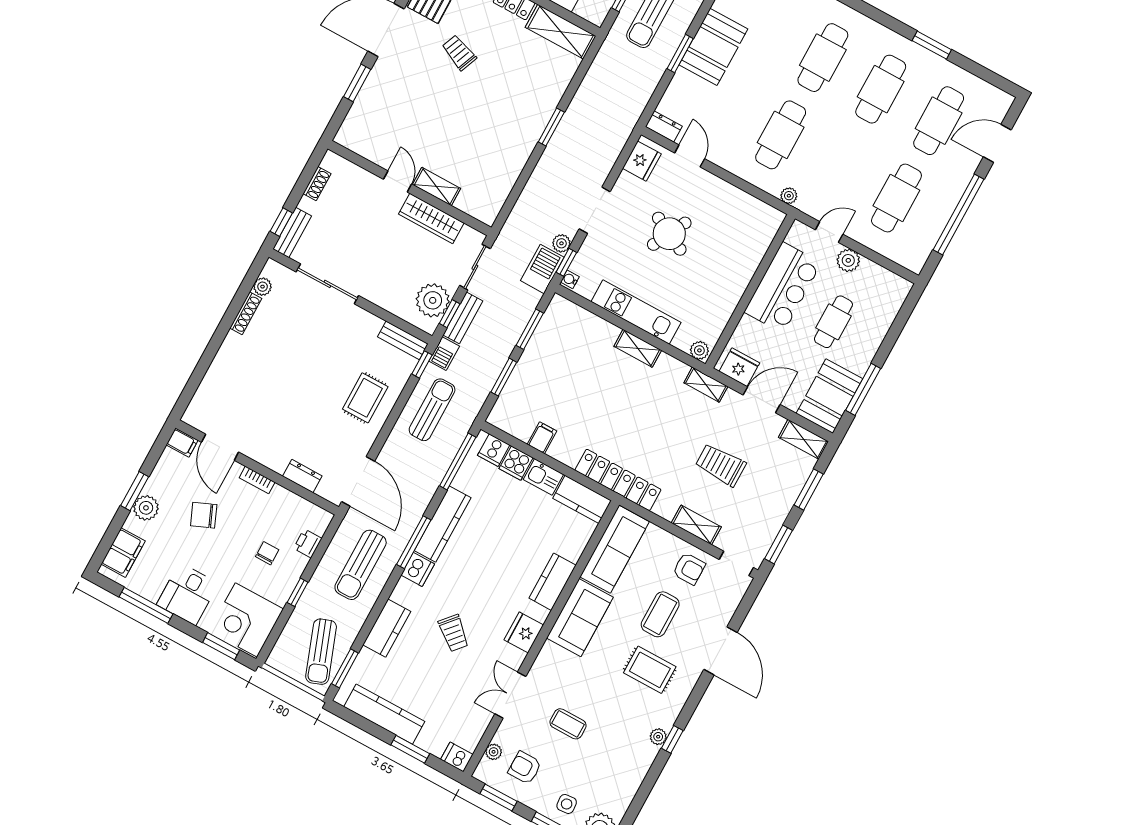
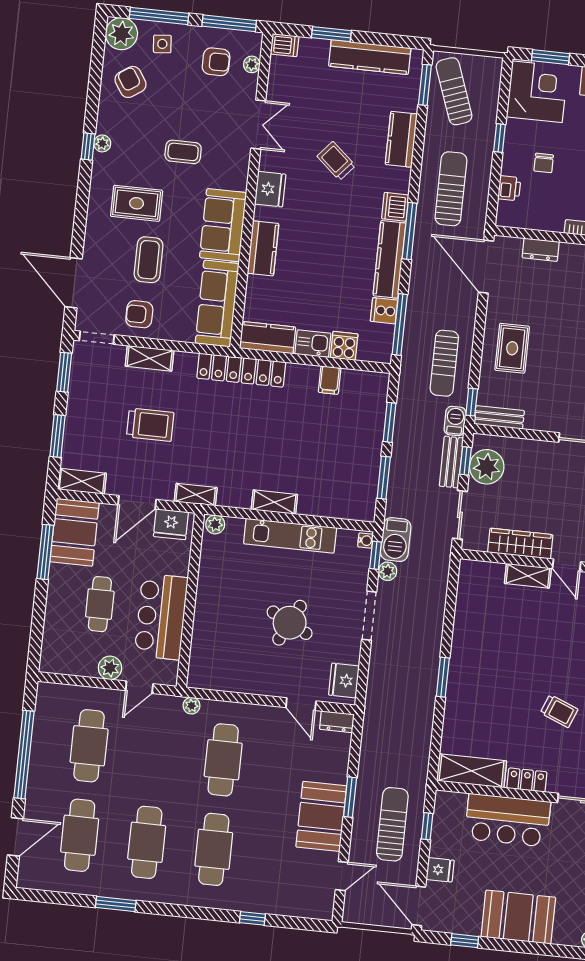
cooker: (494, 450) -> (384, 311), moved, turned -90
door: (721, 651) -> (74, 283), moved
coffee table: (568, 724) -> (183, 152), moved
armchair: (610, 782) -> (131, 82), added
window: (499, 797) -> (229, 23), width x1.44

